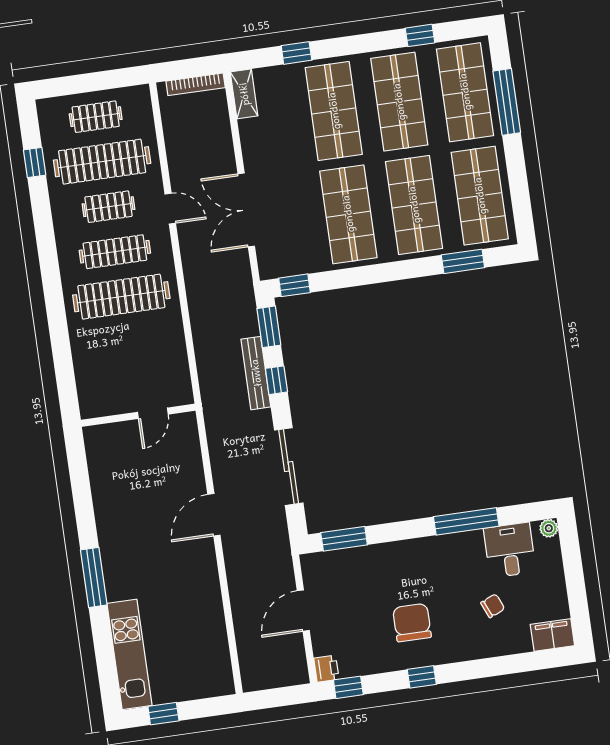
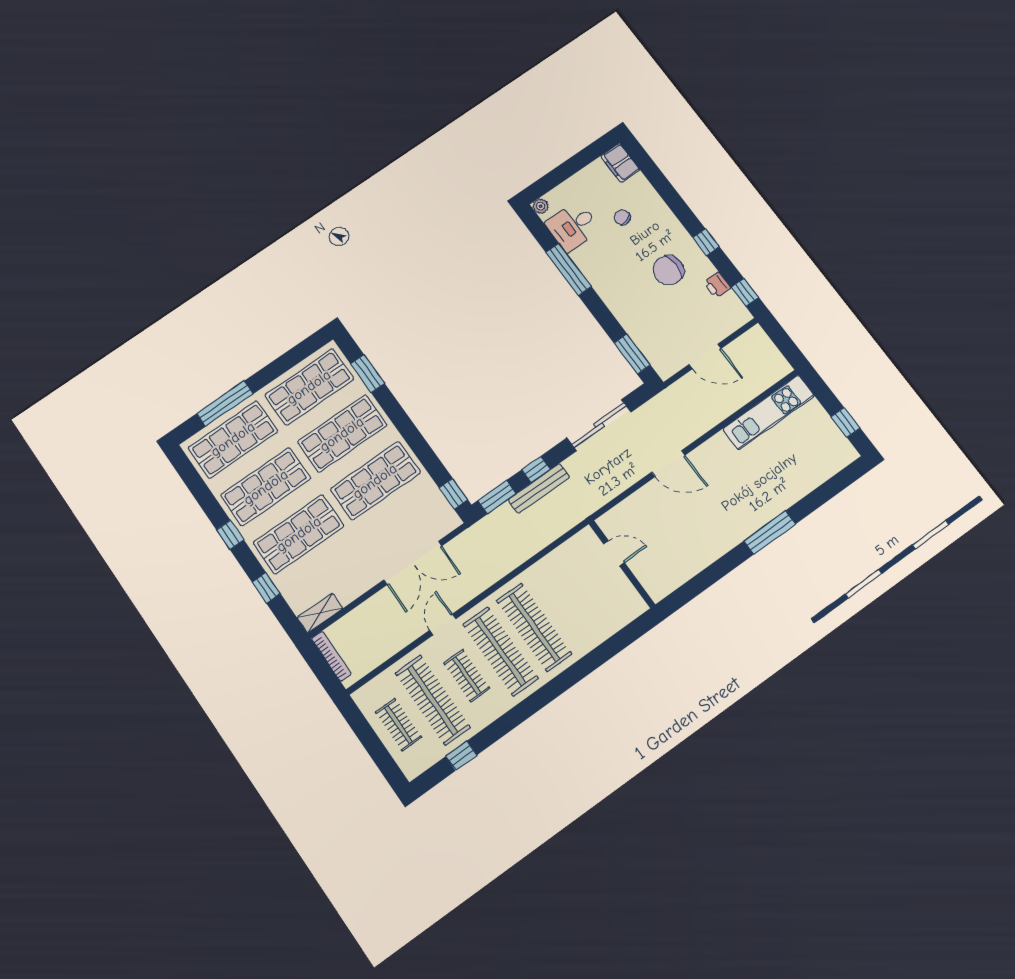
window: (420, 35) -> (230, 535), moved
clothes rail: (115, 252) -> (500, 651), width x1.37, depth x1.31
kitchen unit: (129, 654) -> (769, 412), moved, turned 180
printer: (326, 669) -> (717, 285), moved, turned -90

